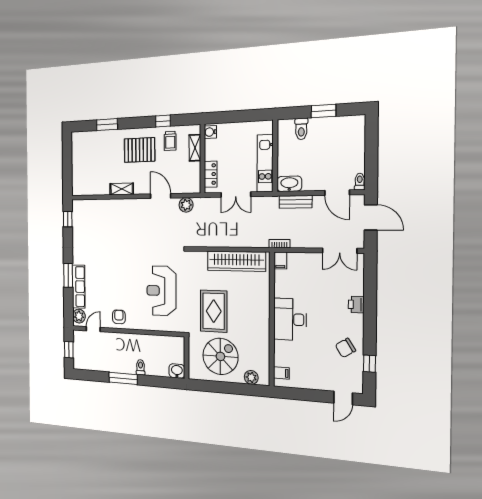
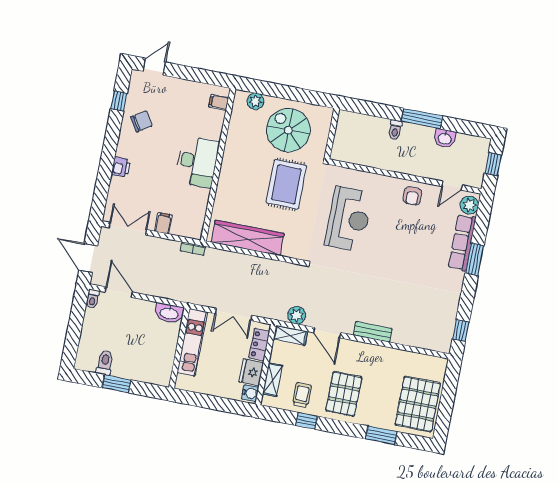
toilet: (301, 129) -> (105, 363), moved
pallet: (140, 150) -> (344, 394), turned 90
fridge: (213, 150) -> (251, 372), added
pallet: (86, 156) -> (418, 404), added
shelving: (122, 189) -> (290, 335), moved
double door: (236, 195) -> (233, 314), swing flipped
bench: (296, 202) -> (373, 332), moved
filing cabinet: (280, 261) -> (163, 223), moved
spiral stairs: (220, 356) -> (288, 130), turned 90
washbasin: (177, 371) -> (445, 138), moved

